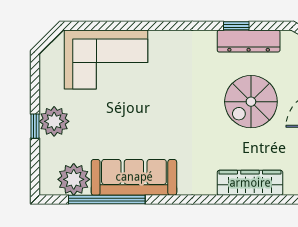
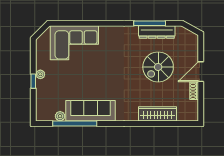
window: (236, 26) -> (150, 23), width x2.17
plant: (54, 121) -> (40, 74), width x0.53, depth x0.53
plant: (74, 179) -> (60, 116), width x0.53, depth x0.53

